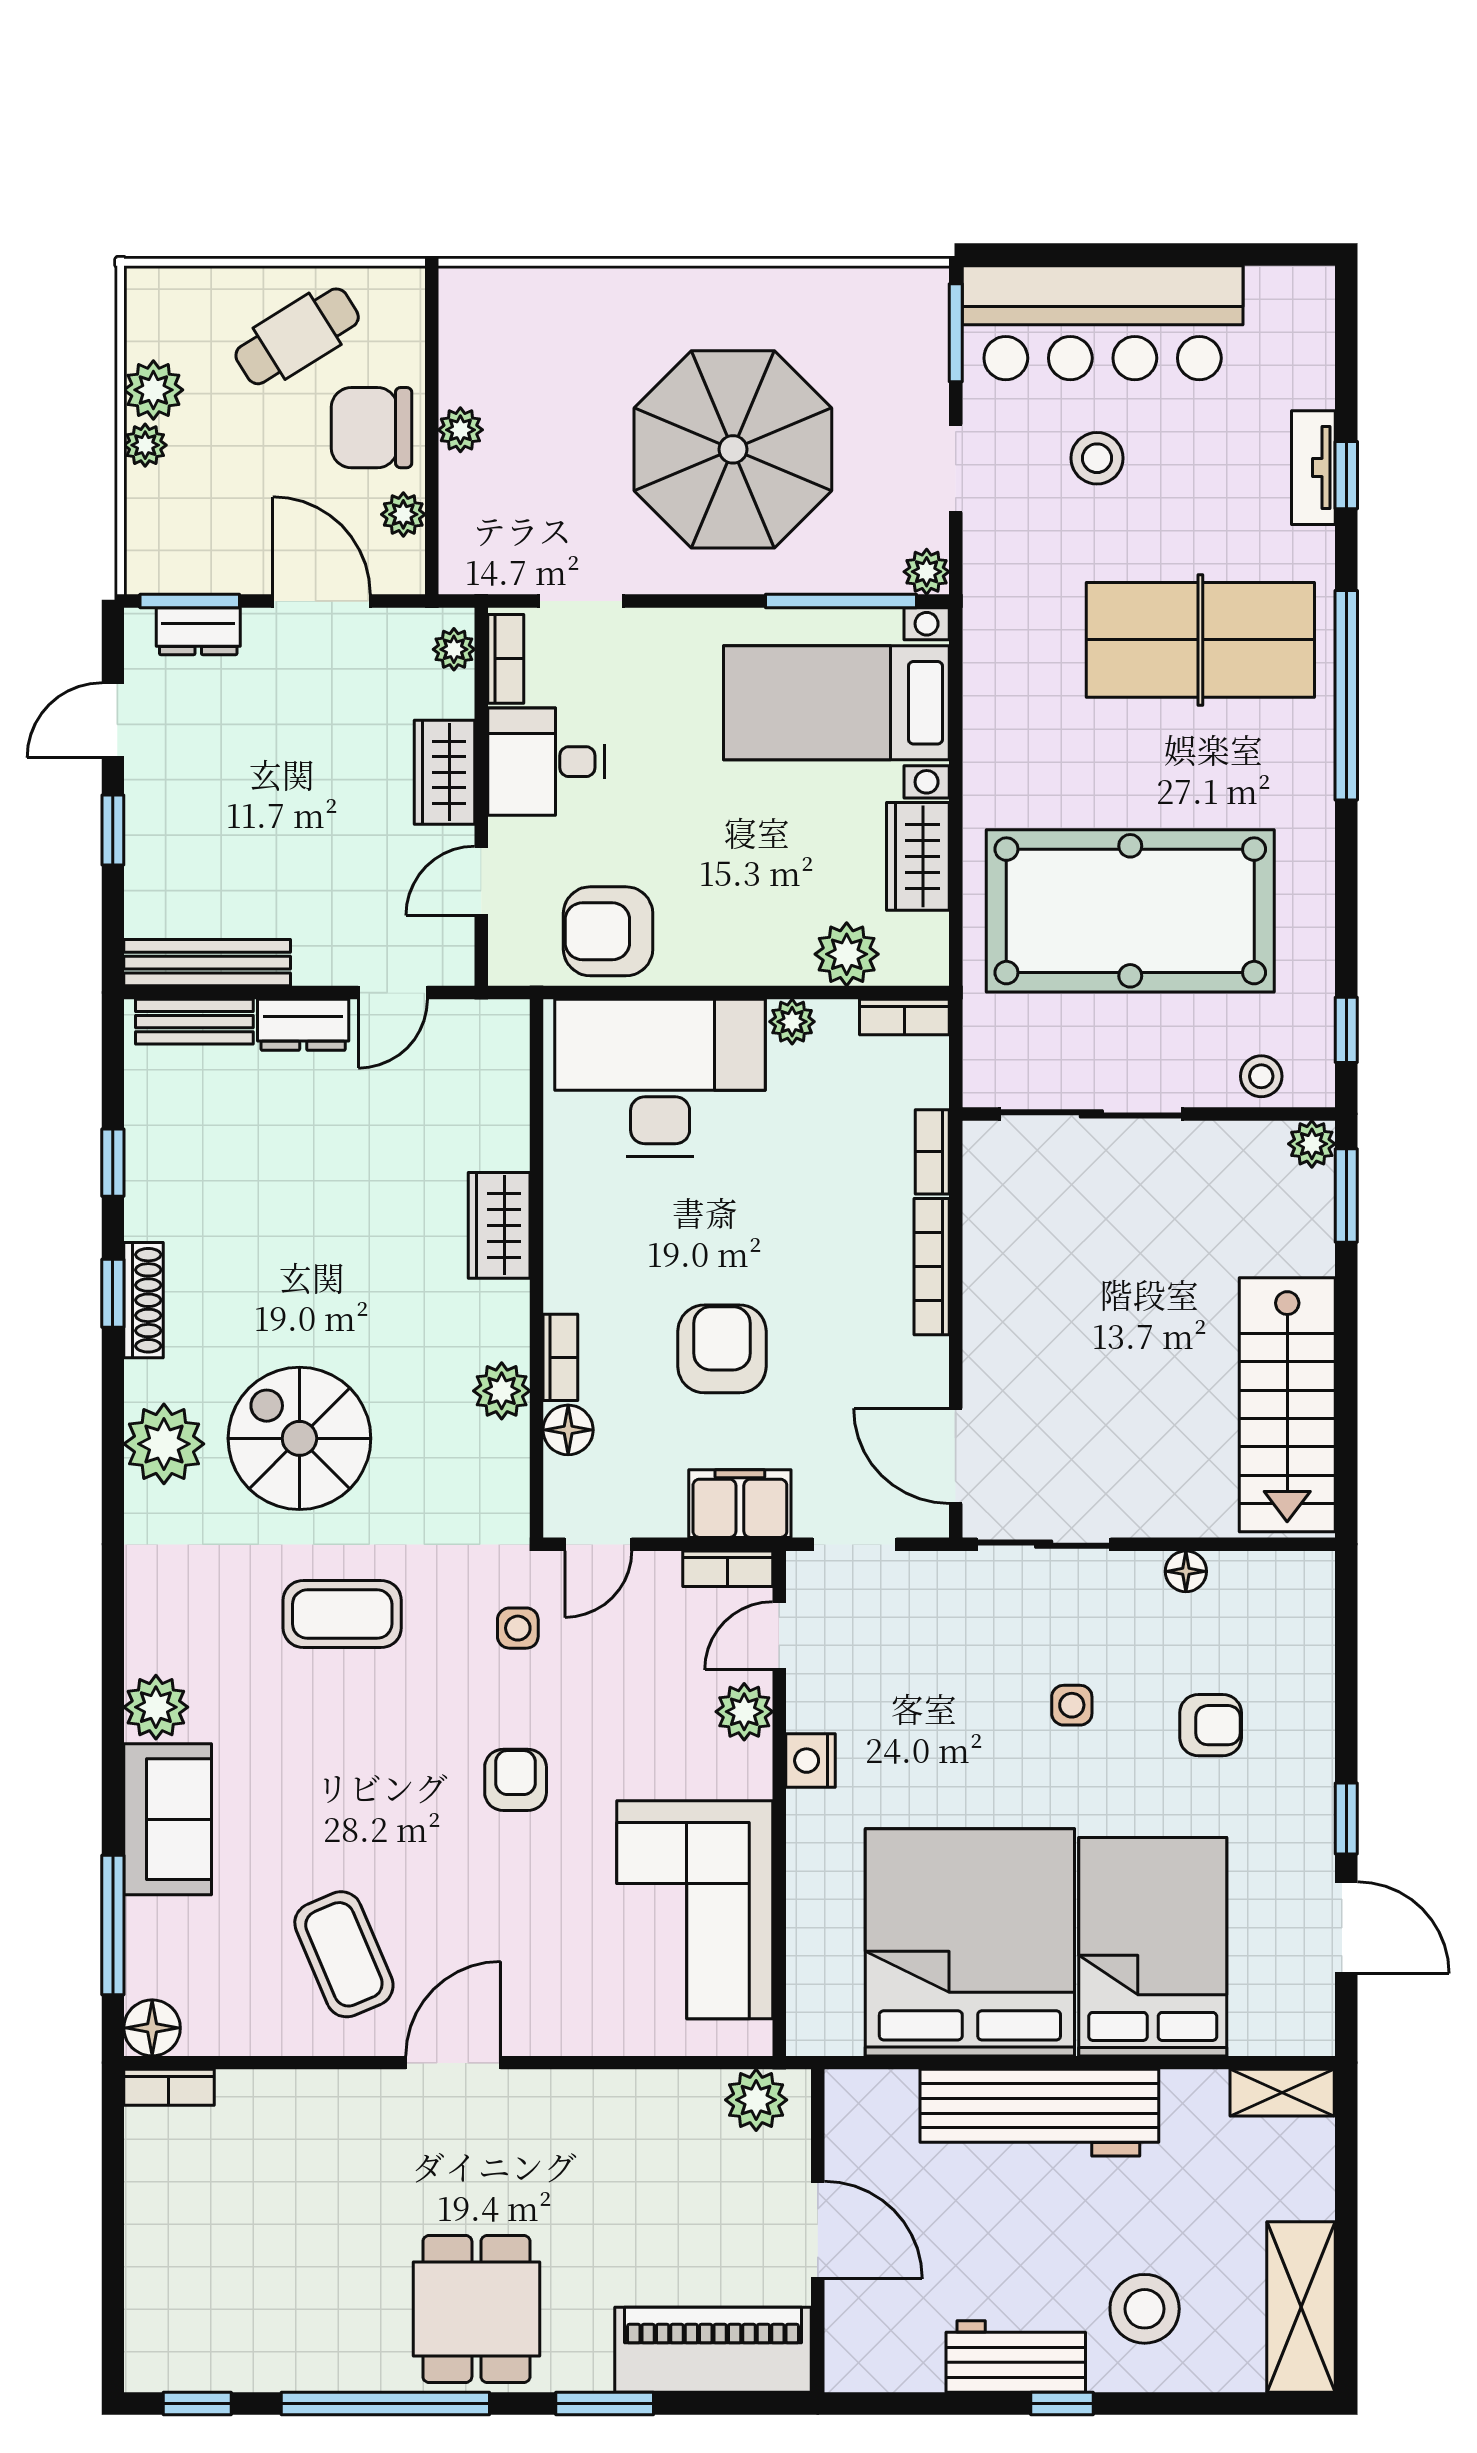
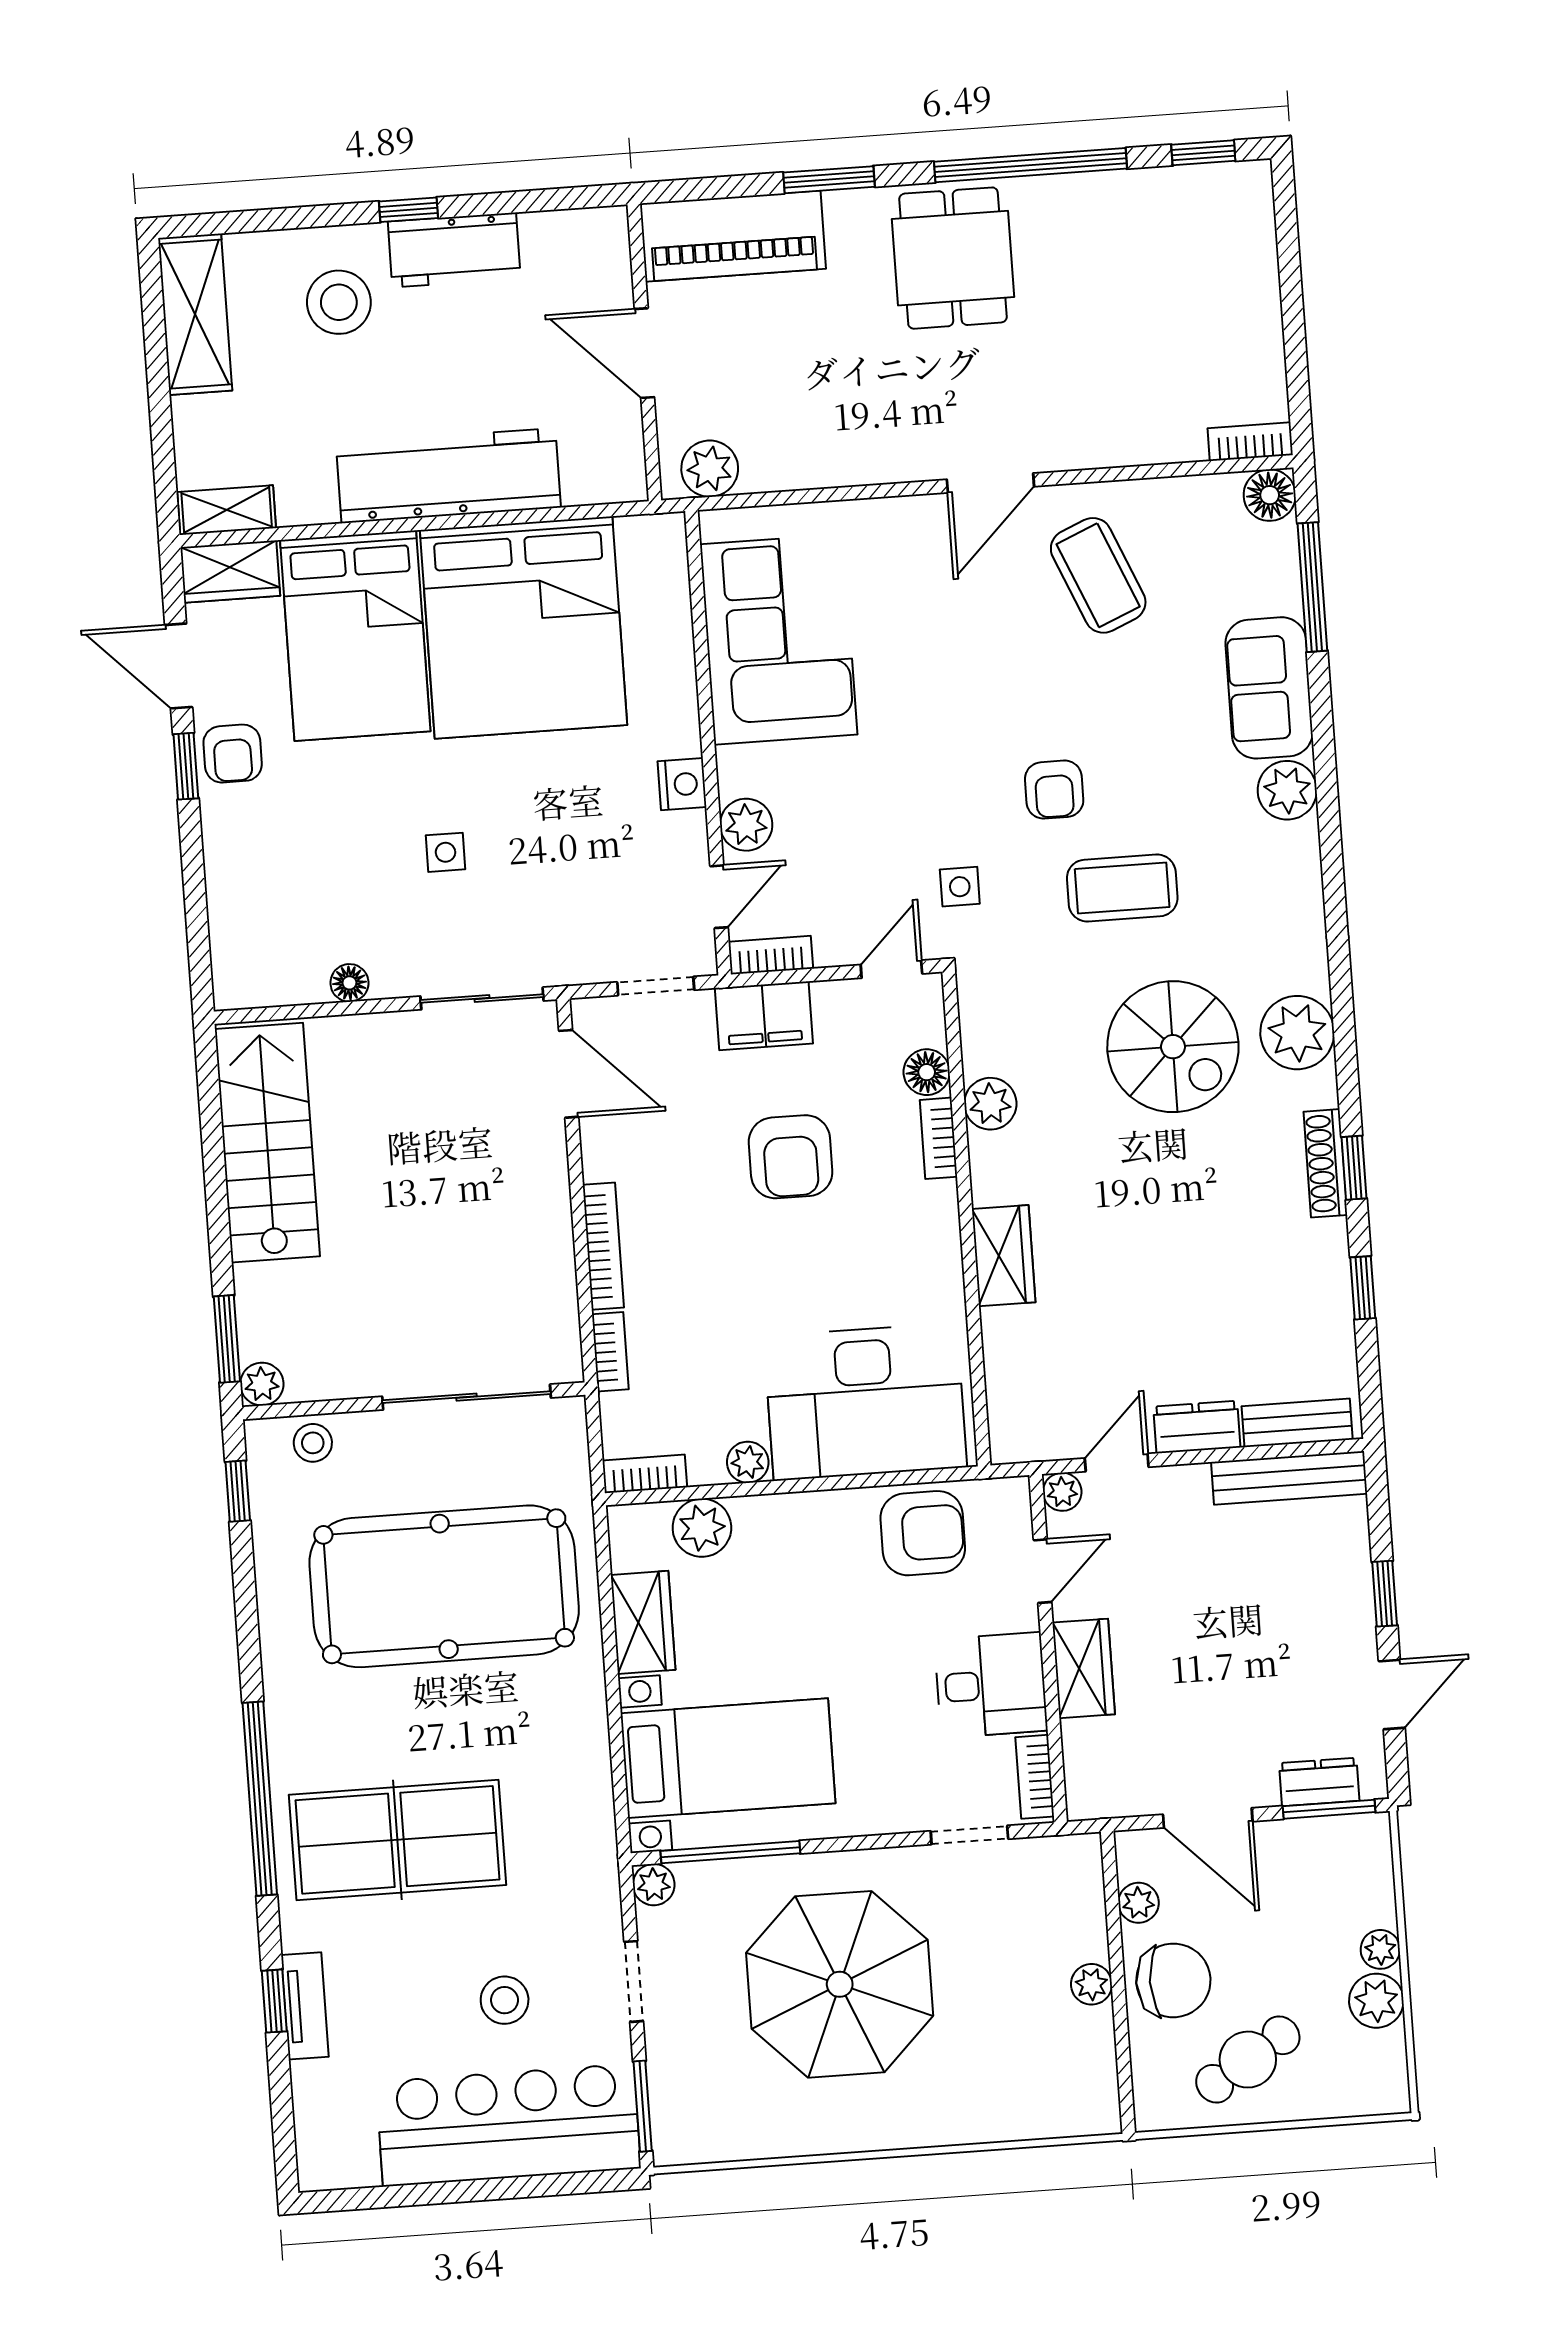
plant: (454, 649) -> (1062, 1492), moved
armchair: (1211, 1725) -> (233, 754), moved, turned -90
armchair: (516, 1780) -> (1054, 790), moved
wardrobe: (1283, 2026) -> (230, 572), added

